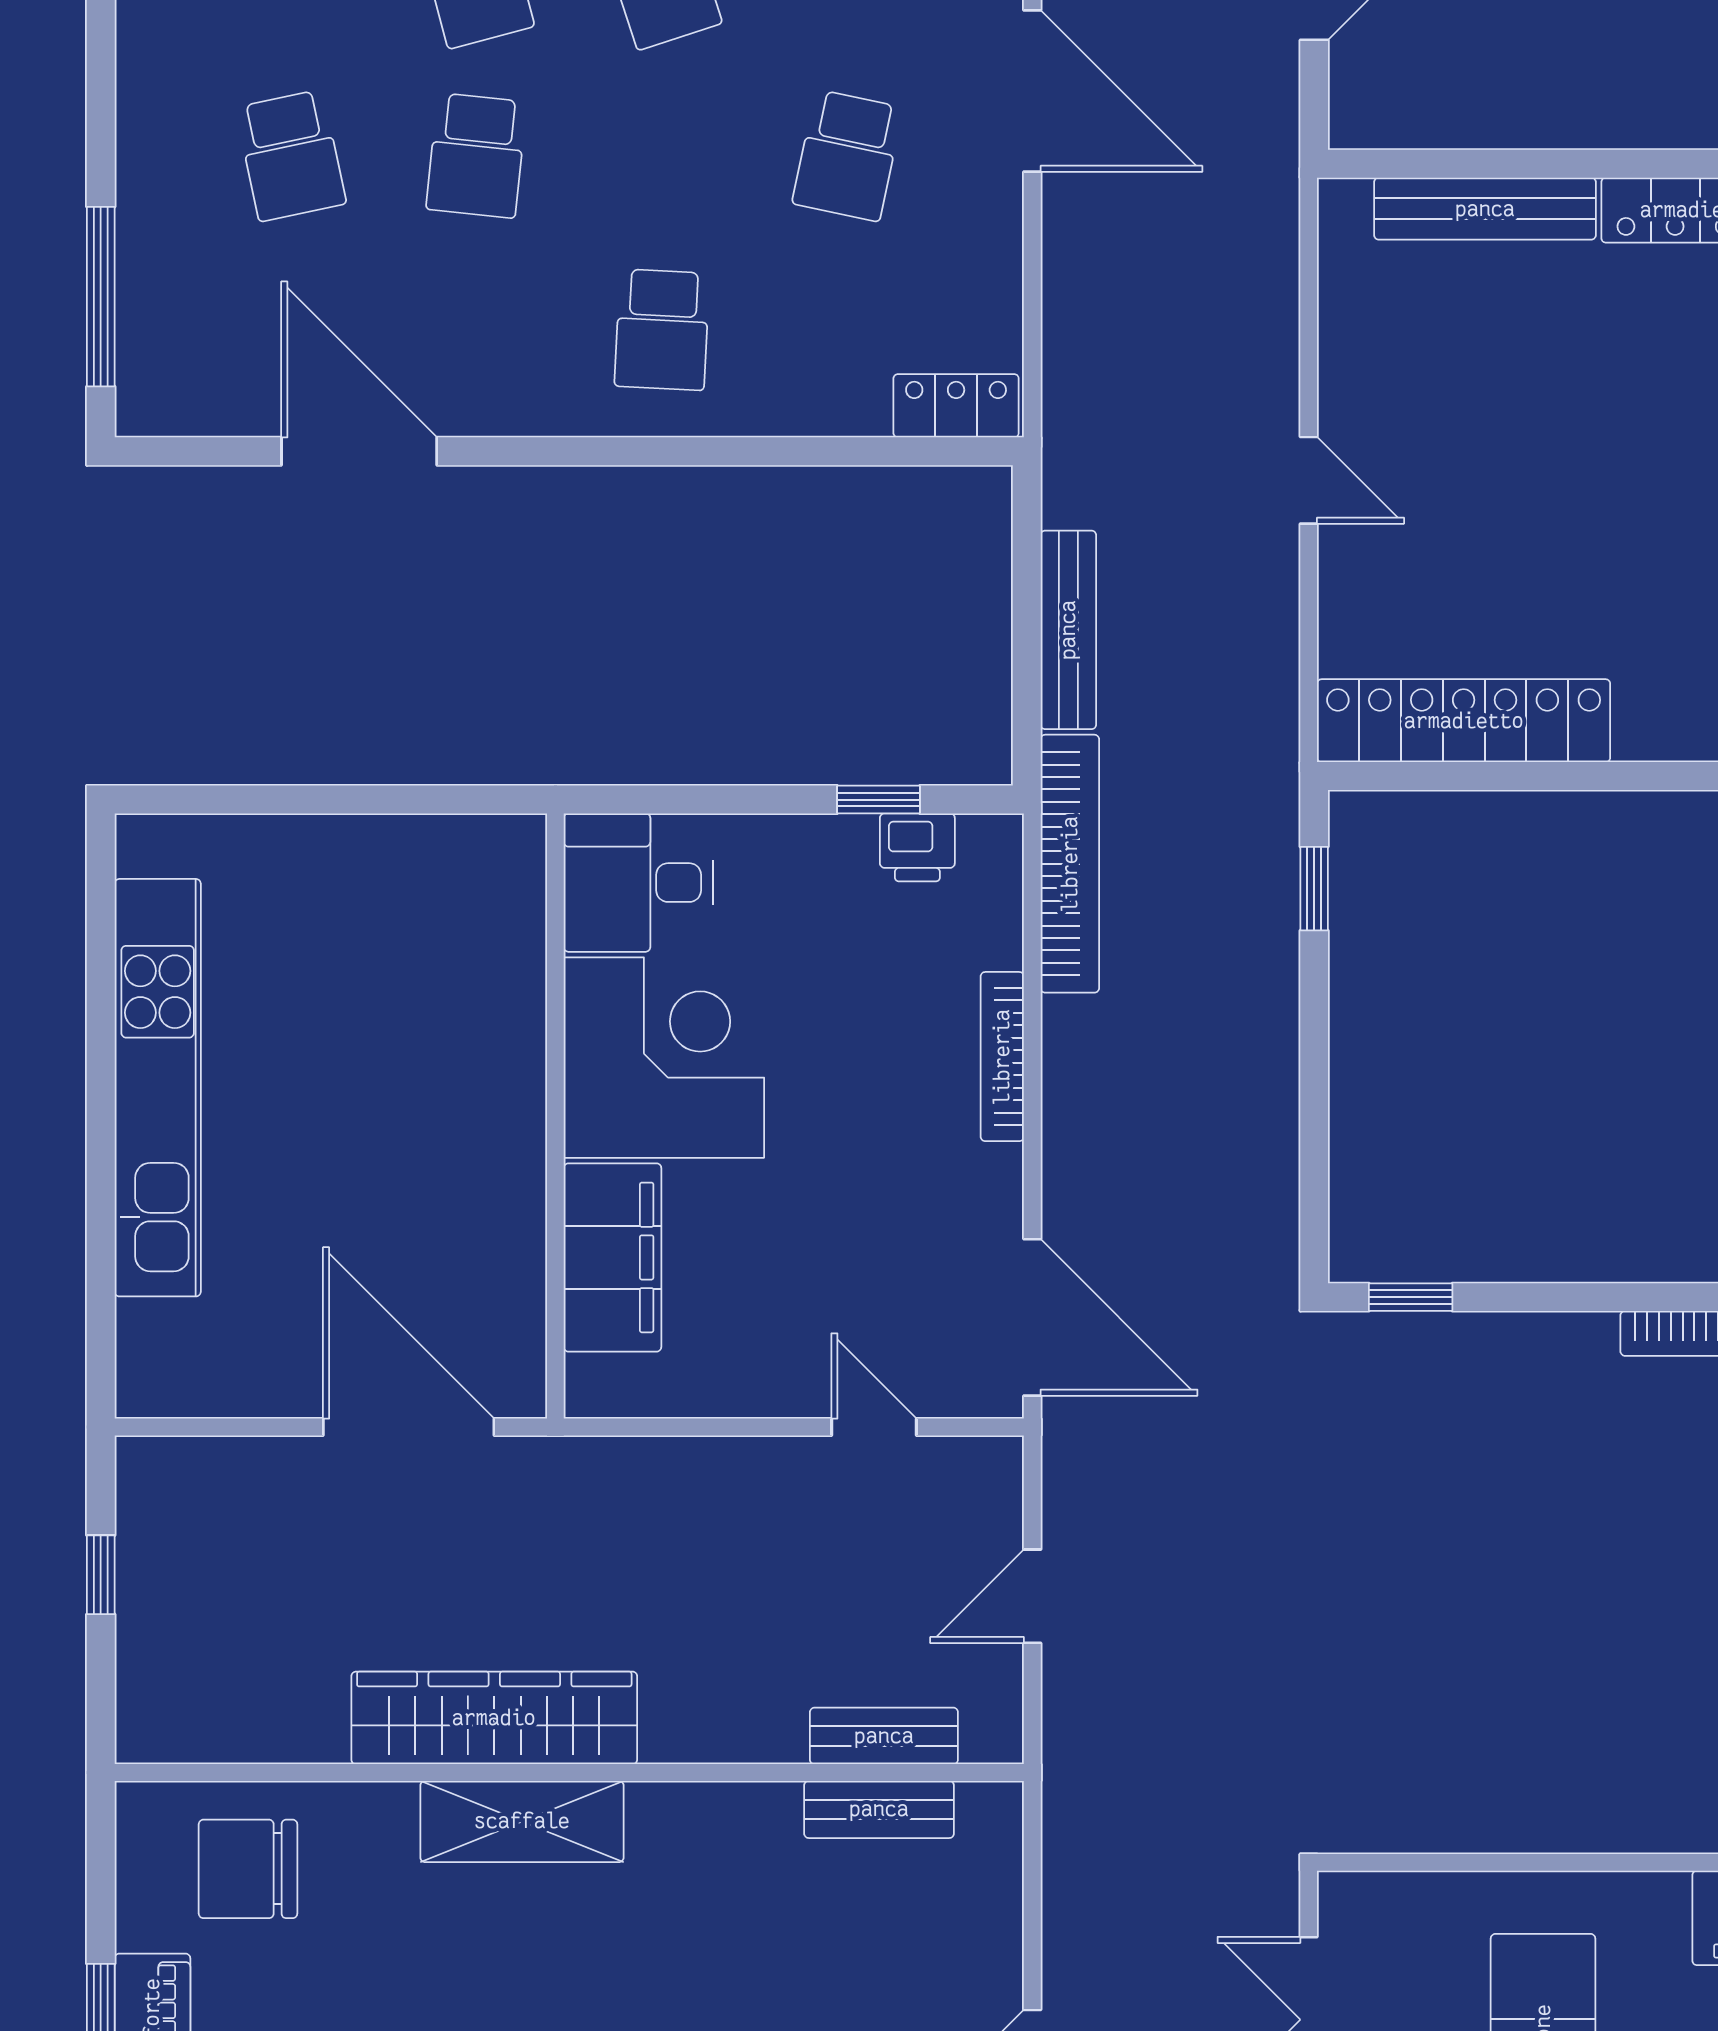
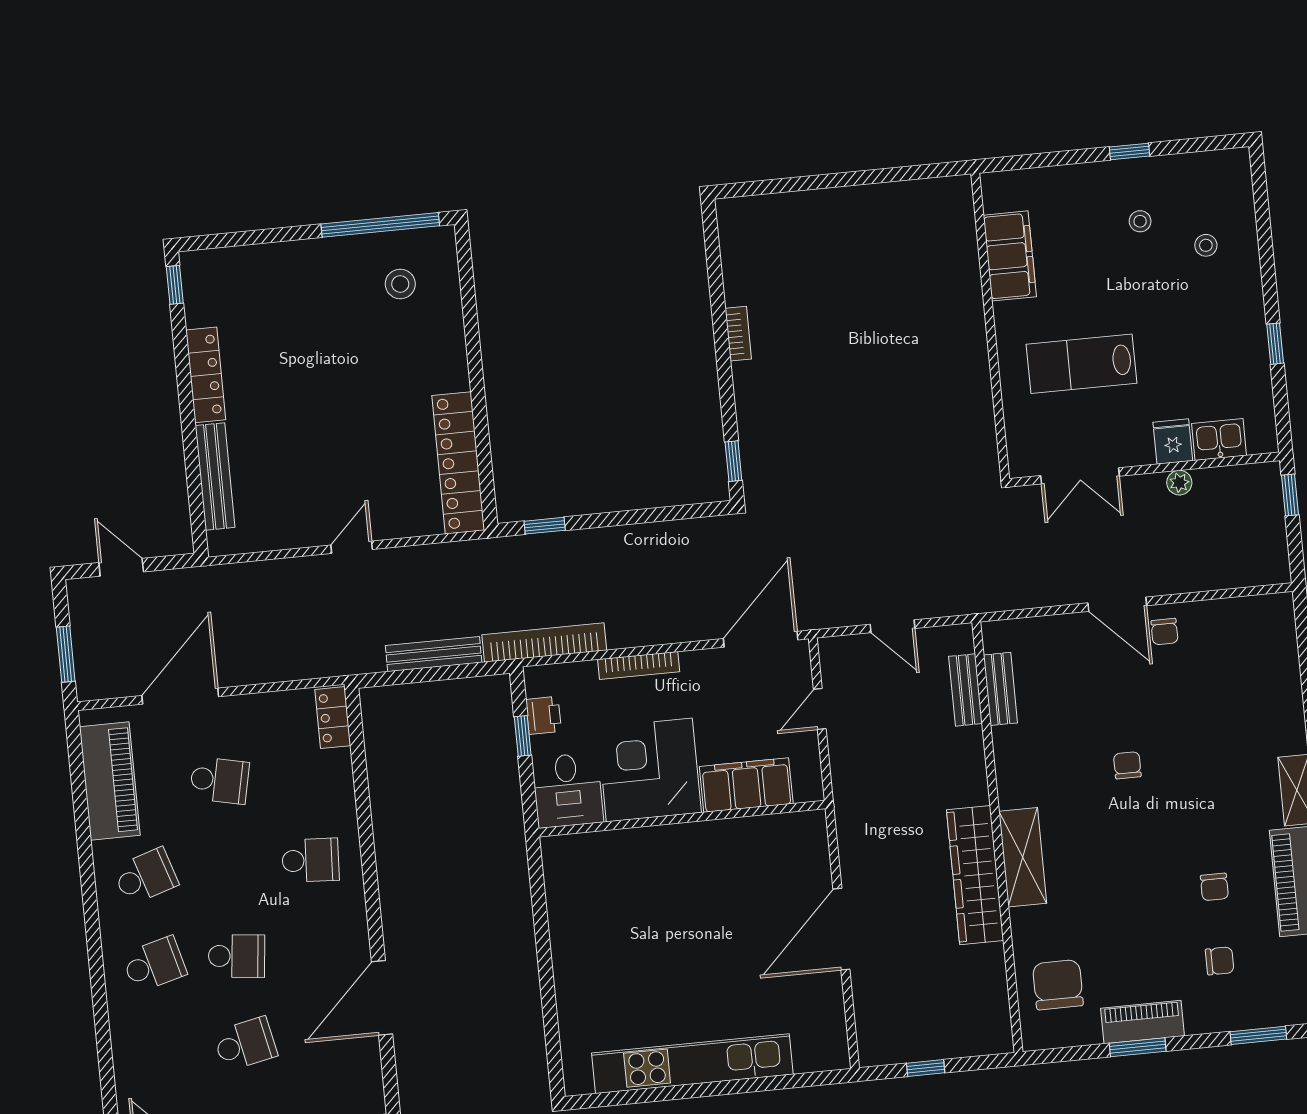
desk: (638, 883) -> (568, 790), moved
corner desk: (664, 1058) -> (649, 770), moved
wall: (555, 1116) -> (682, 819), moved
filing cabinet: (612, 1257) -> (746, 785), moved
chair: (248, 1869) -> (1058, 985), turned 180

